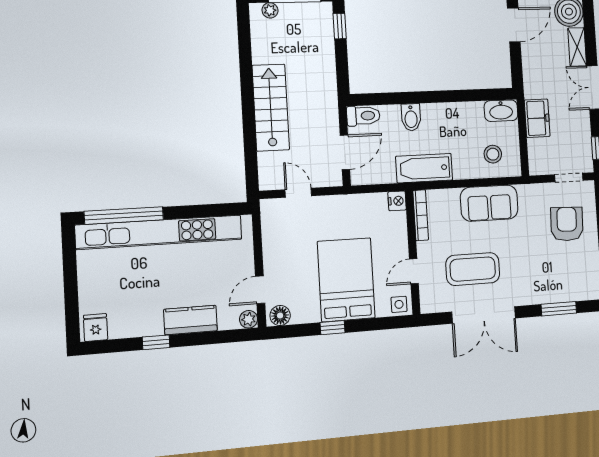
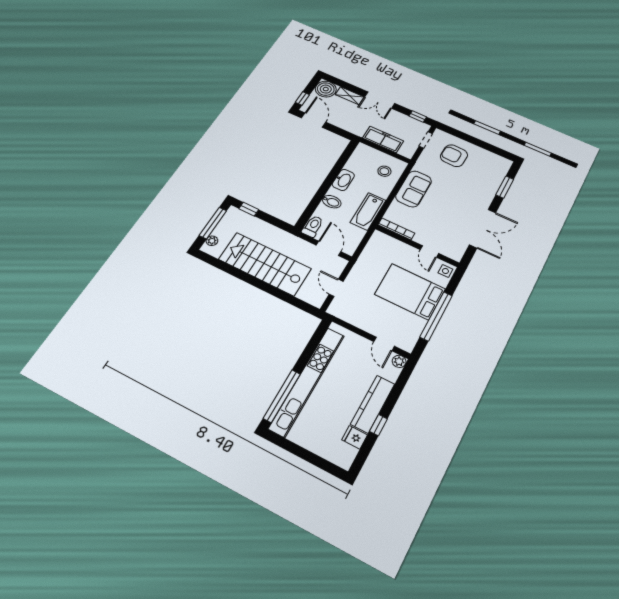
stairs: (271, 108) -> (265, 264), width x1.36, depth x1.51
washbasin: (501, 111) -> (343, 180), moved
freezer: (537, 118) -> (383, 139), width x1.40
door: (298, 193) -> (336, 288), hinge flipped
nightstand: (397, 201) -> (379, 237), removed
coffee table: (473, 269) -> (449, 219), removed
floor lamp: (280, 315) -> (409, 342), removed
kitchen counter: (191, 320) -> (373, 404), width x1.50
fridge: (96, 327) -> (355, 437), moved
window: (332, 328) -> (436, 316), width x3.17

